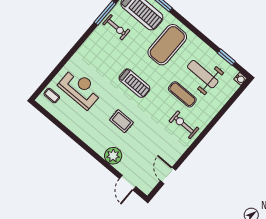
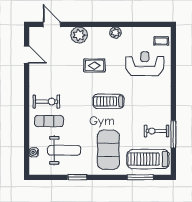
window: (226, 57) -> (77, 177), moved
water cooler: (240, 79) -> (34, 152), moved
reception desk: (80, 89) -> (145, 64), turned 180
exercise mat: (182, 94) -> (49, 121), moved
plant: (82, 133) -> (115, 33), added

